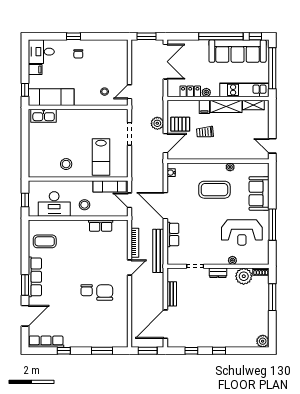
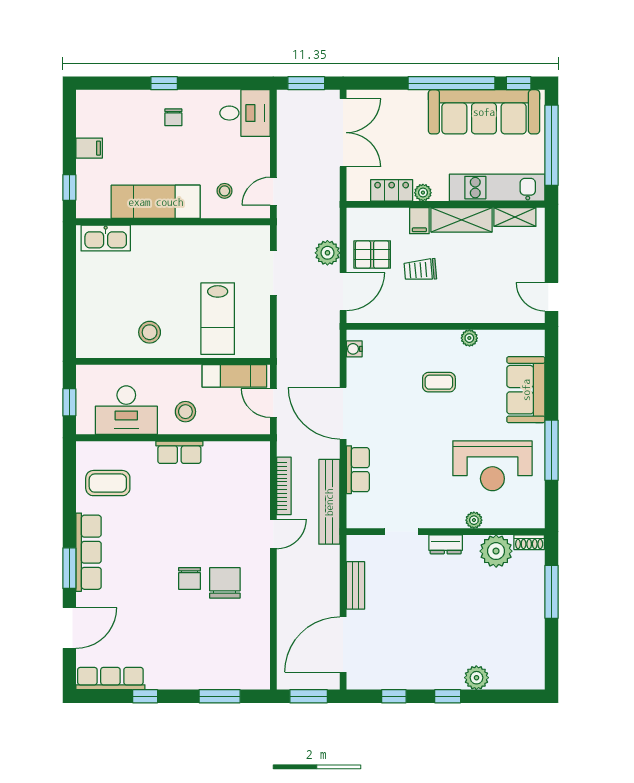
desk: (41, 52) -> (245, 113), moved, turned 180
exam couch: (51, 97) -> (156, 202), moved
coffee table: (214, 190) -> (439, 382), width x0.54, depth x0.58
row of seats: (101, 226) -> (179, 452), moved
plant: (263, 341) -> (476, 678), moved

